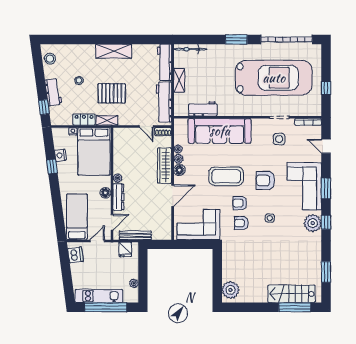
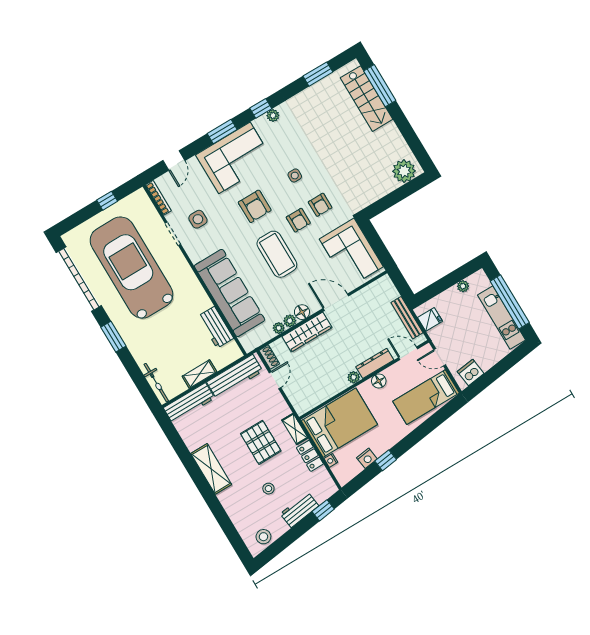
plant: (313, 223) -> (273, 115), width x0.53, depth x0.53

